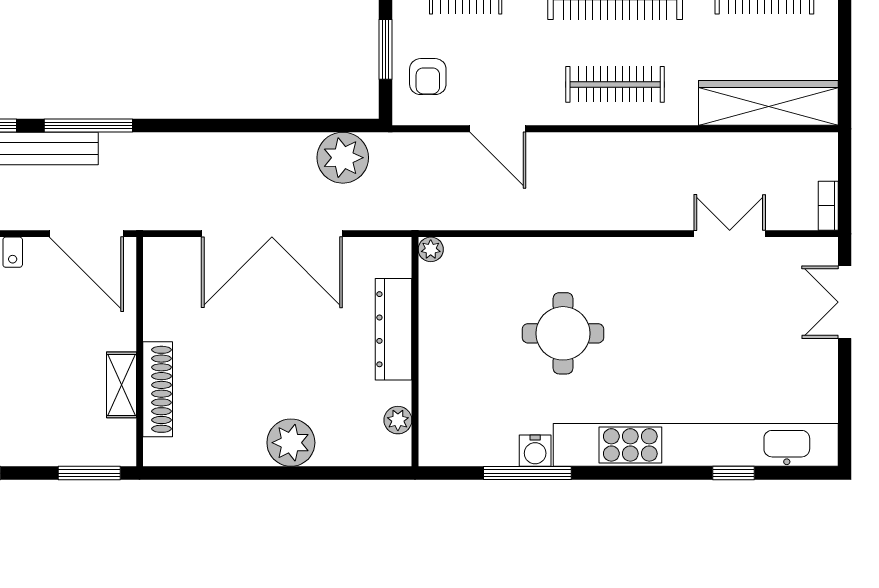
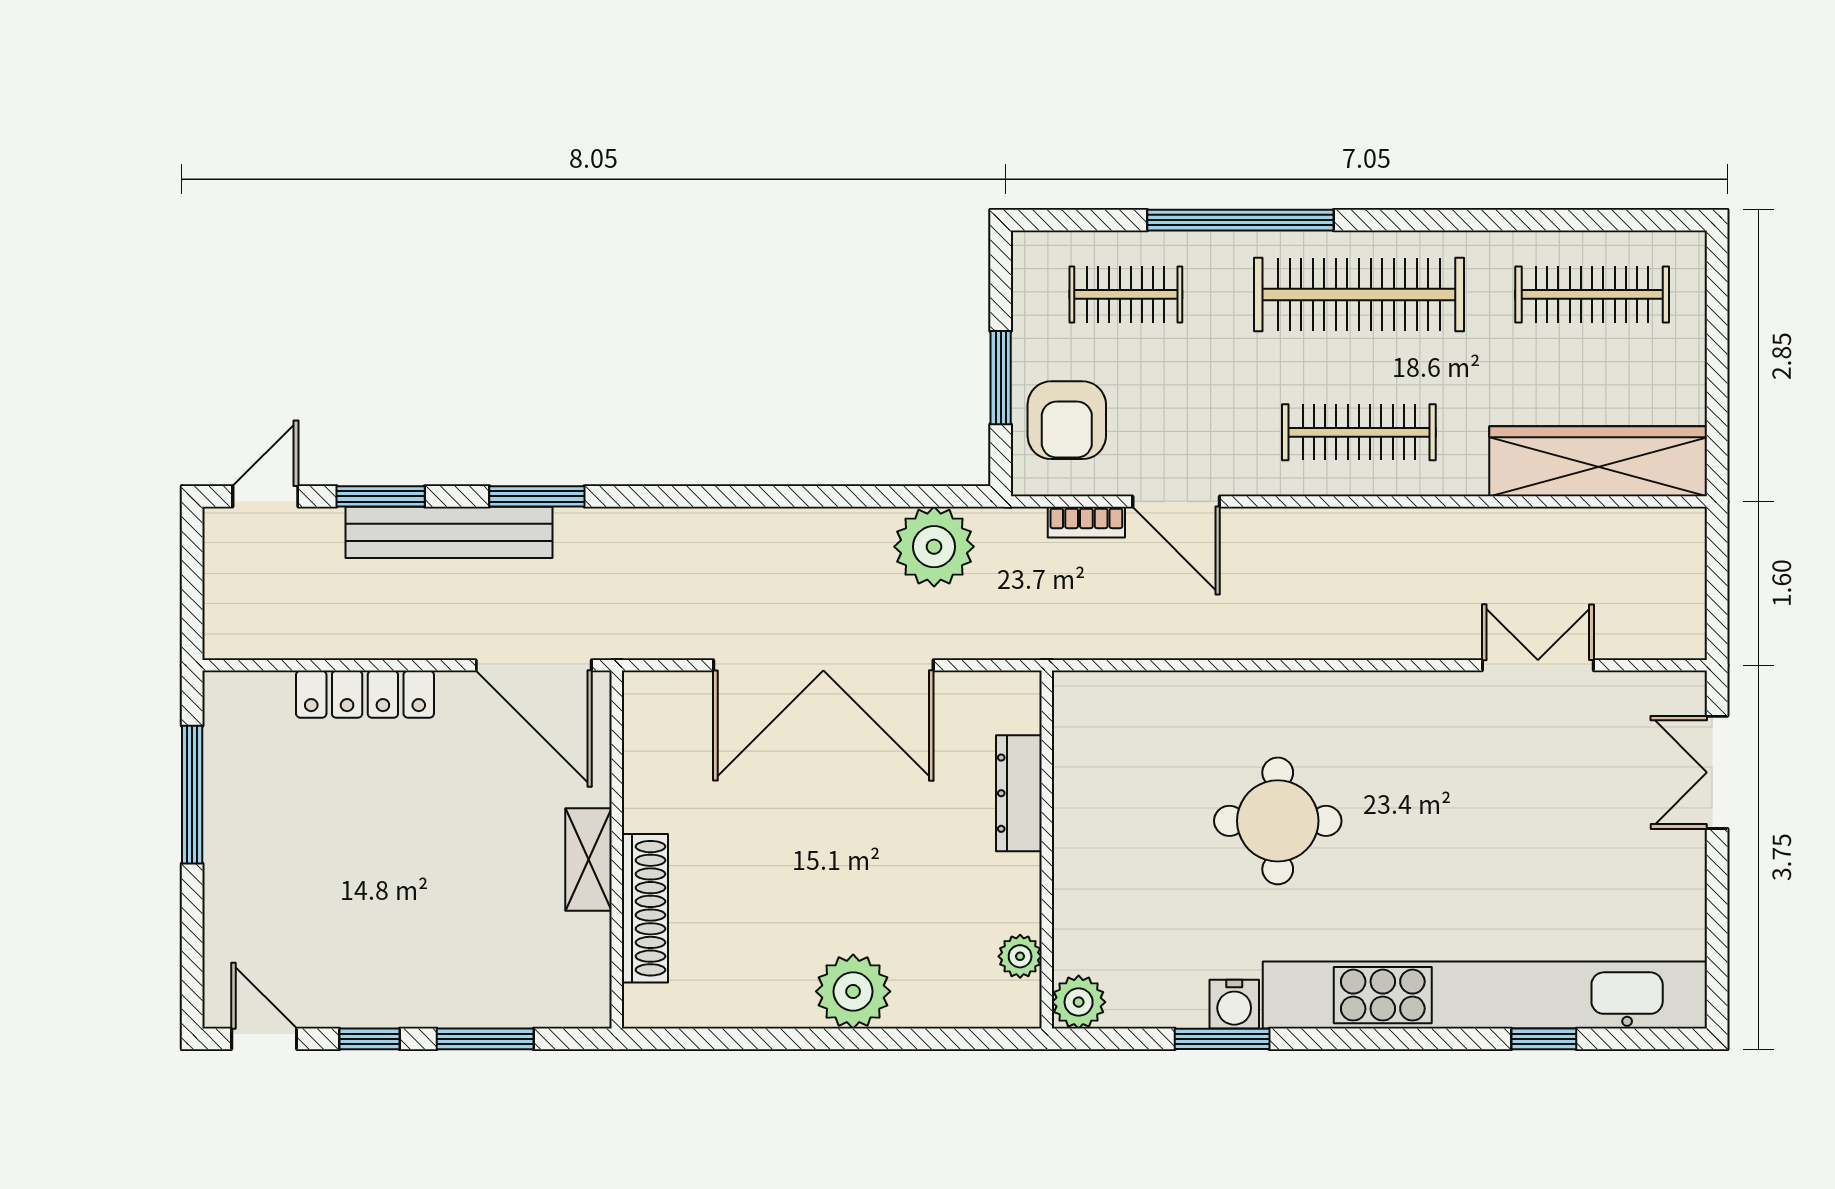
armchair: (428, 77) -> (1067, 420), width x1.38, depth x1.38
window: (88, 125) -> (537, 496), width x0.69
bookcase: (828, 206) -> (1086, 522), moved, turned -90
plant: (431, 249) -> (1079, 1002), moved, width x1.38, depth x1.38
dresser: (394, 329) -> (1019, 793), width x0.73, depth x0.80
shelving: (121, 385) -> (589, 860), moved
window: (89, 473) -> (485, 1039), moved
window: (527, 473) -> (1222, 1039), width x0.69

